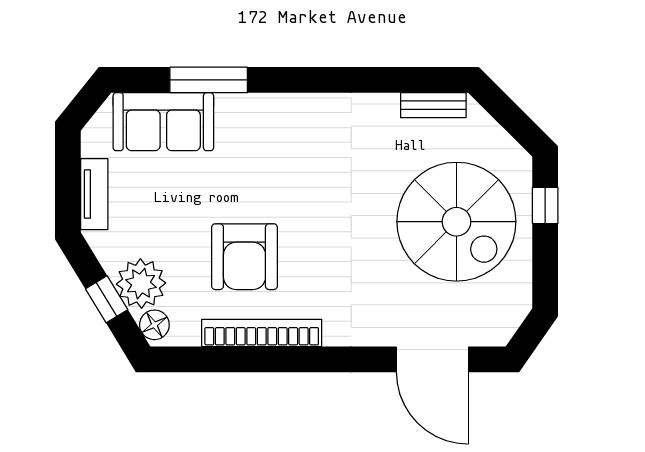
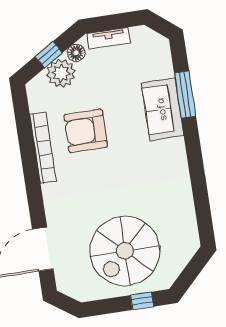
bench: (433, 105) -> (190, 227), removed
sofa: (163, 122) -> (163, 109), moved
floor lamp: (154, 325) -> (76, 53), moved

